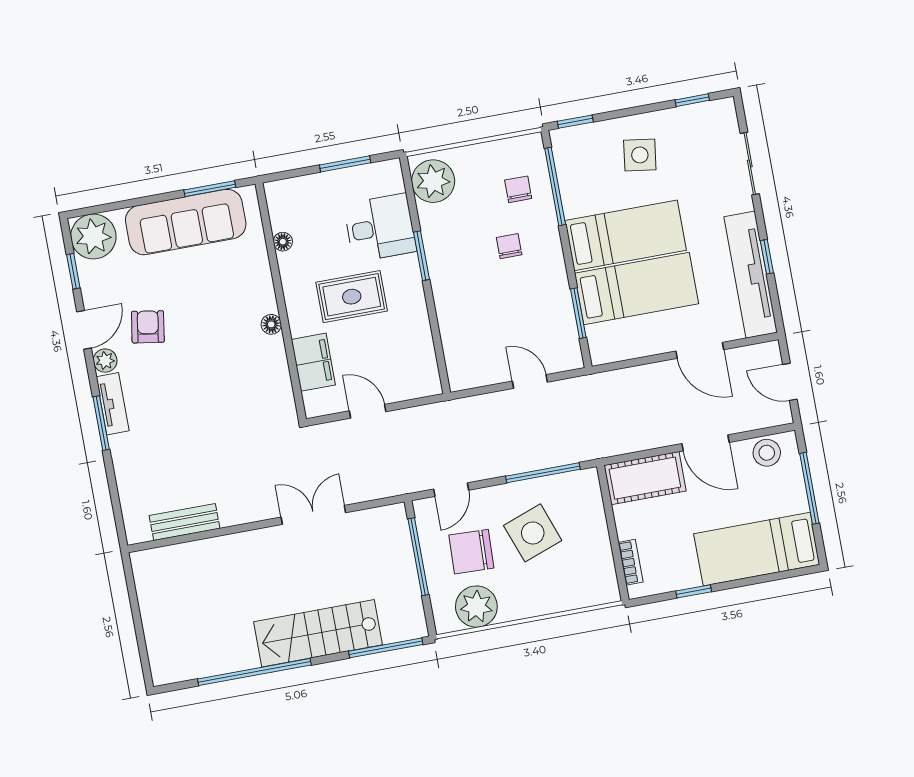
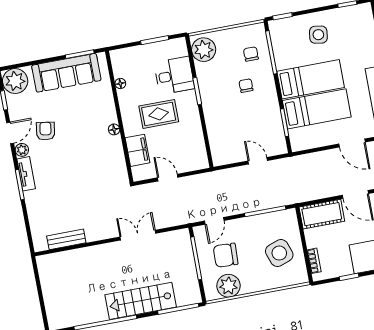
side table: (533, 533) -> (279, 253), moved

